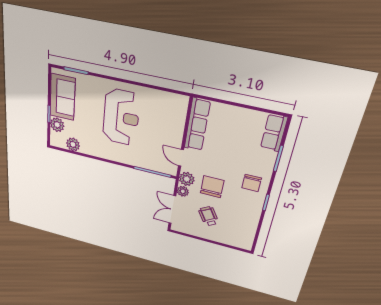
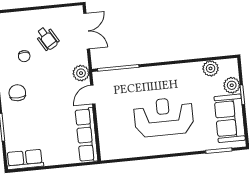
reception desk: (121, 117) -> (164, 117), turned 90
row of seats: (274, 133) -> (25, 159), moved, turned -90
door: (181, 158) -> (93, 95), swing flipped
chair: (212, 187) -> (24, 56), moved, width x0.54, depth x0.54
plant: (183, 191) -> (81, 57), removed

